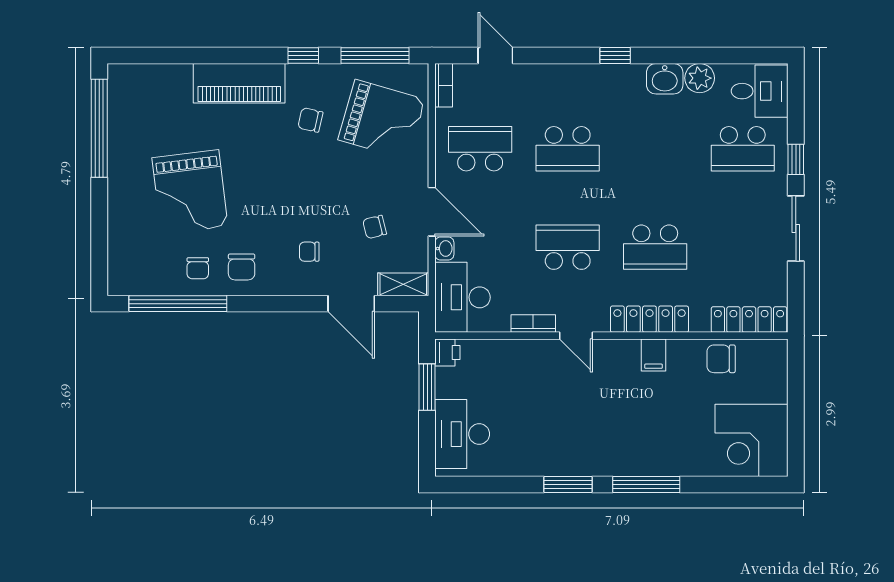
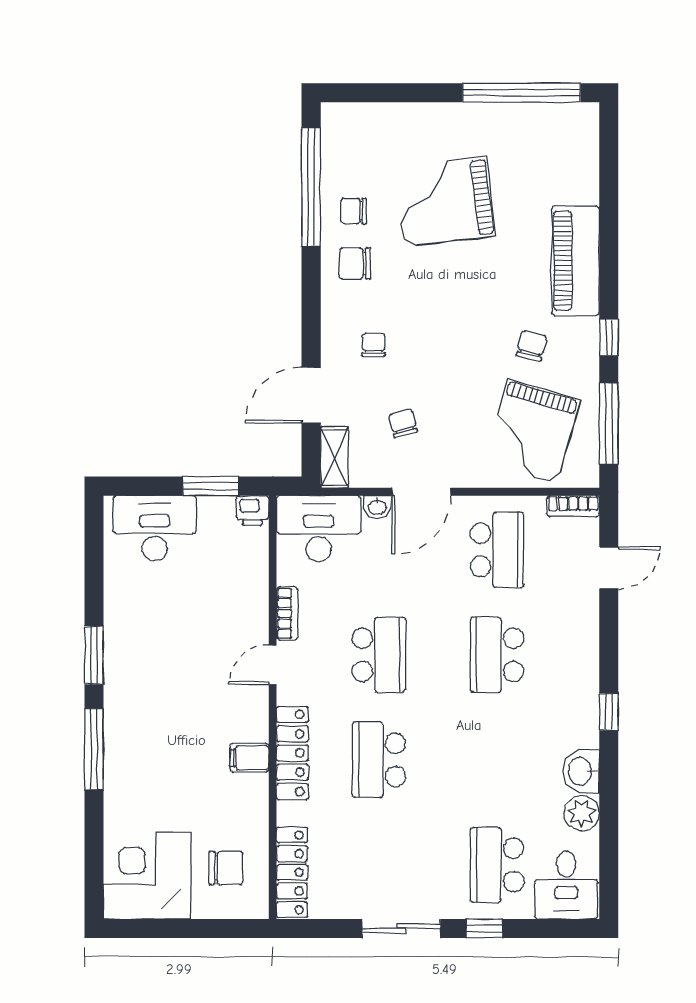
chair: (721, 359) -> (226, 868), moved, turned 90

